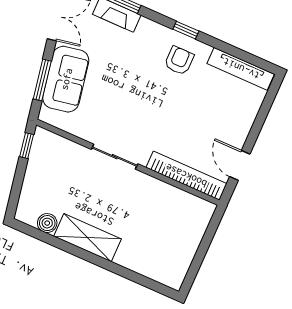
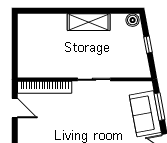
window: (27, 146) -> (148, 45), moved
boiler: (47, 223) -> (133, 20), moved

